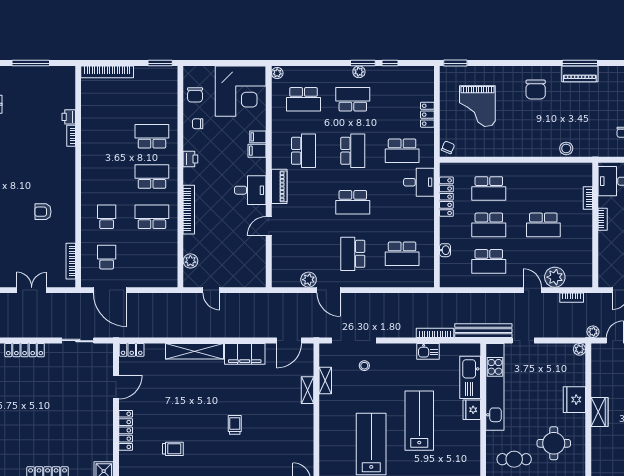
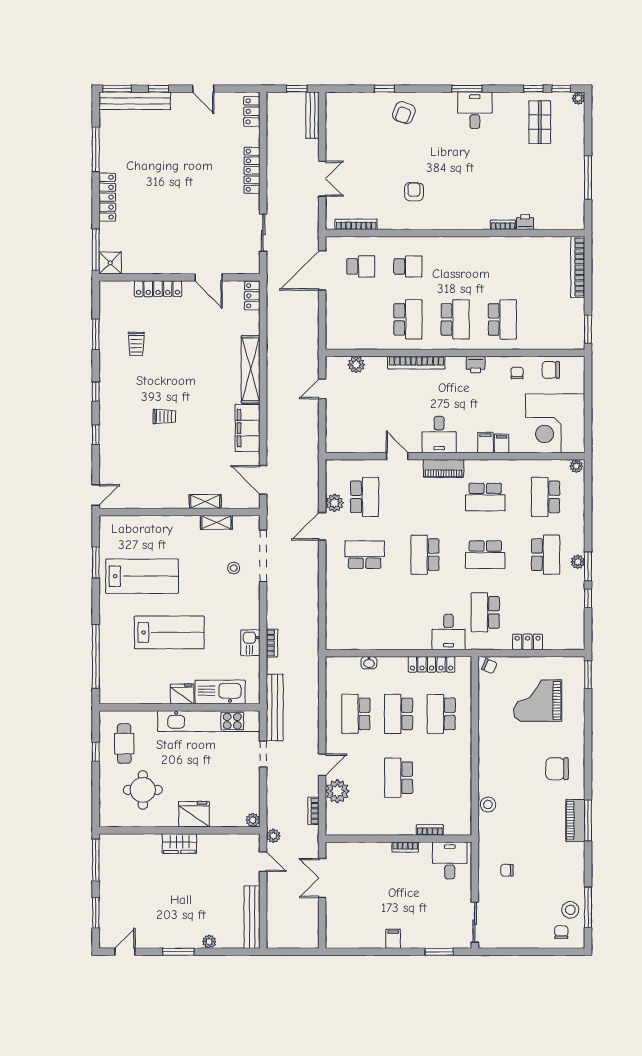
school desk: (402, 254) -> (365, 497), moved, turned 180
bookcase: (435, 333) -> (272, 643), width x0.64

